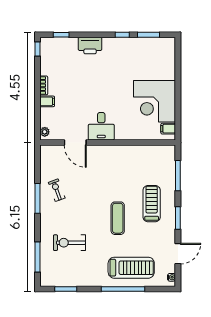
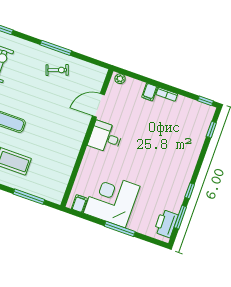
printer: (90, 46) -> (166, 223), moved
window: (178, 85) -> (120, 229), added

